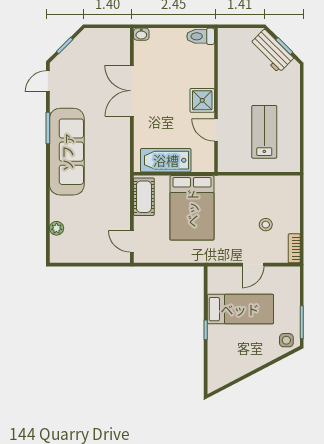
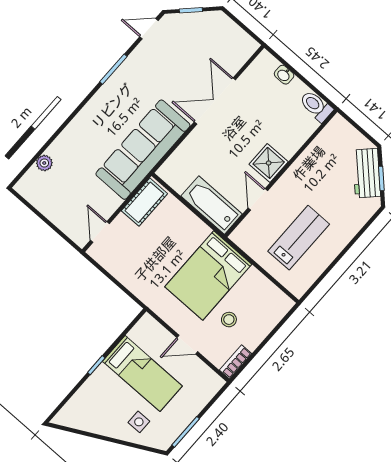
washbasin: (141, 34) -> (284, 75), moved
sofa: (67, 152) -> (143, 150), moved, turned 180
bathtub: (166, 160) -> (212, 205), moved
bed: (192, 208) -> (208, 276), moved
side table: (286, 340) -> (139, 422), moved

